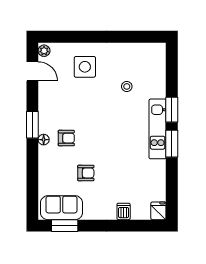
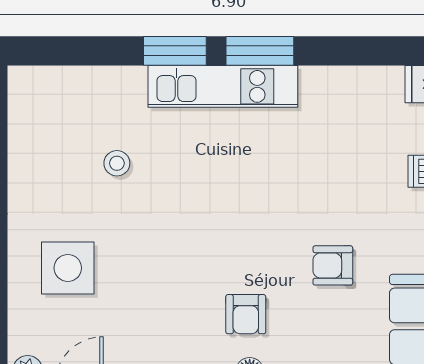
armchair: (66, 138) -> (246, 314), turned 180
armchair: (86, 173) -> (333, 265), turned -90

